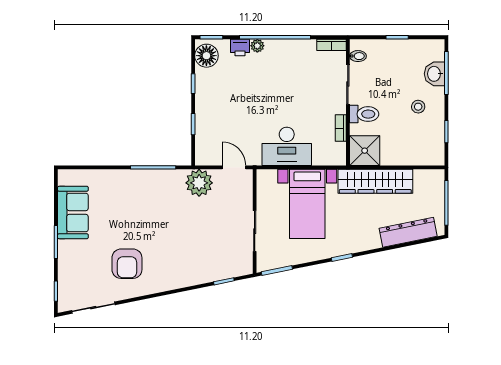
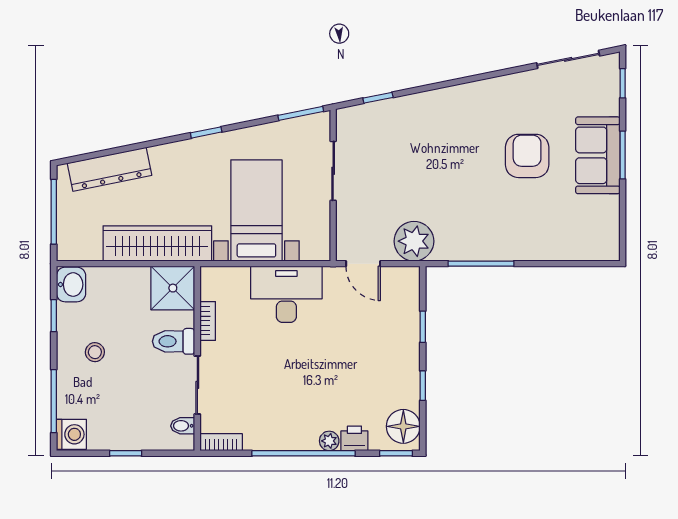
washing machine: (434, 50) -> (71, 434), added
washbasin: (435, 74) -> (71, 285), moved
sofa: (73, 212) -> (598, 155), moved
armchair: (127, 264) -> (527, 156), moved

